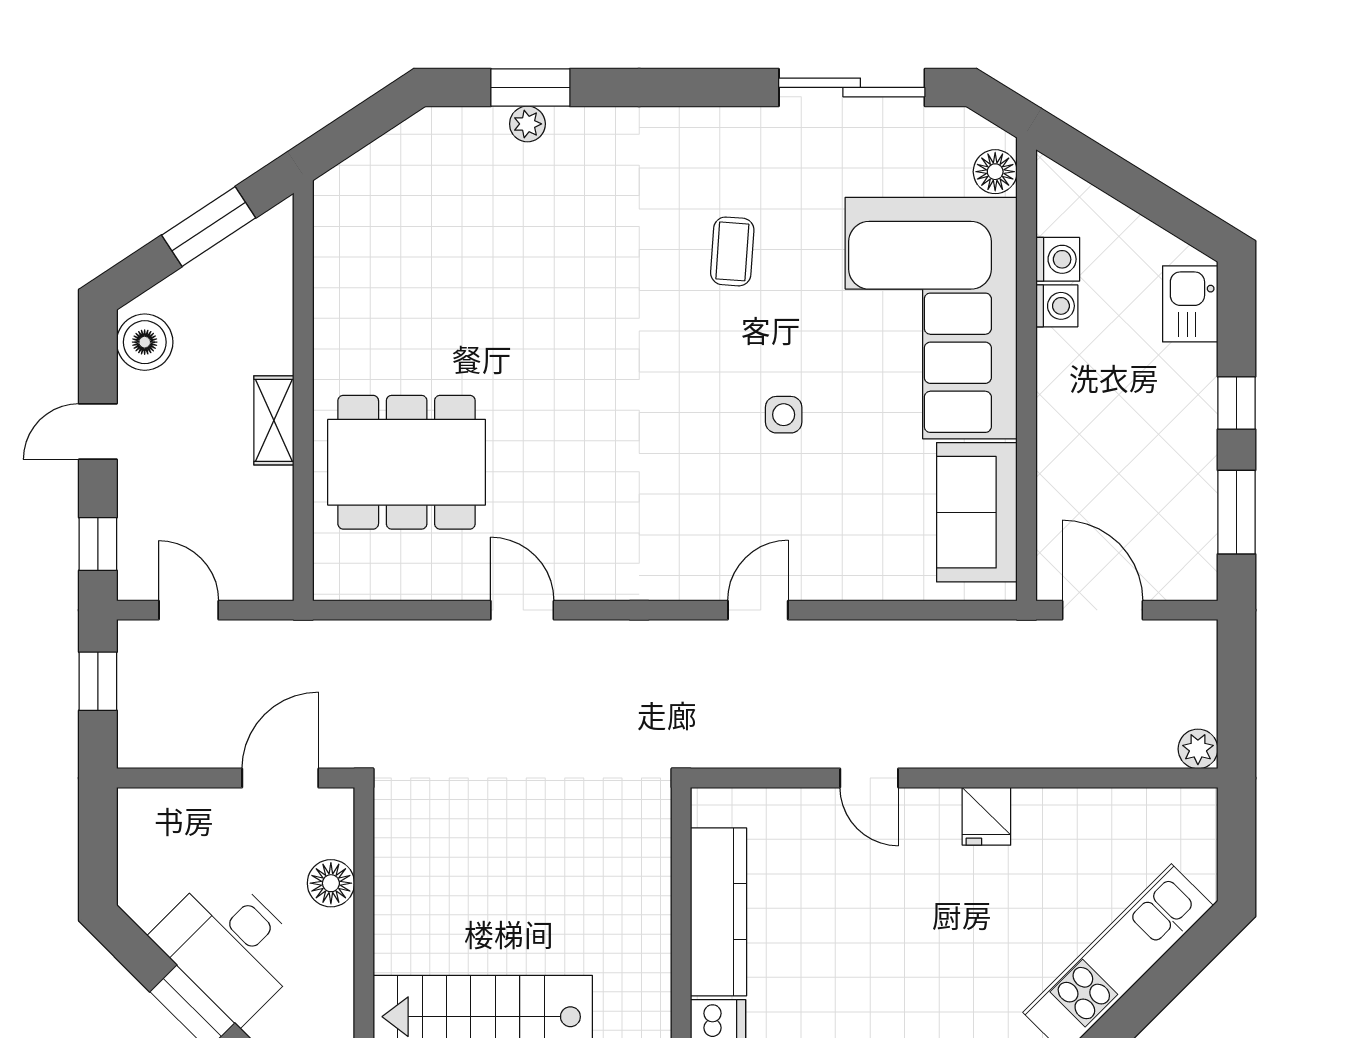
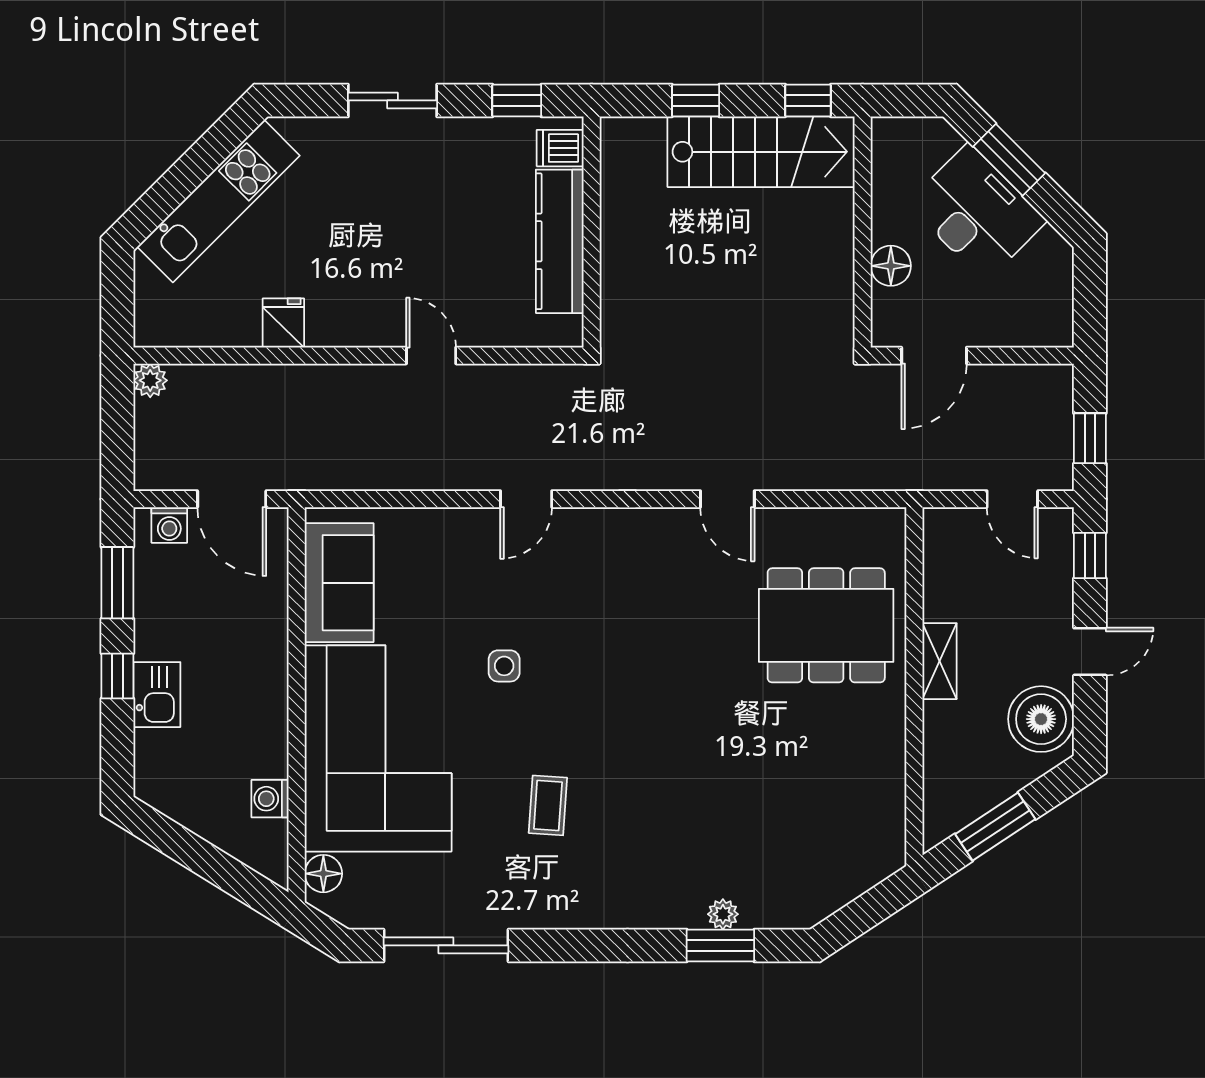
kitchen sink: (1190, 304) -> (157, 695), moved
washing machine: (1057, 306) -> (169, 525), moved, turned -90
boiler: (145, 342) -> (1041, 719), width x1.37, depth x1.37
fridge: (986, 816) -> (283, 323), moved

